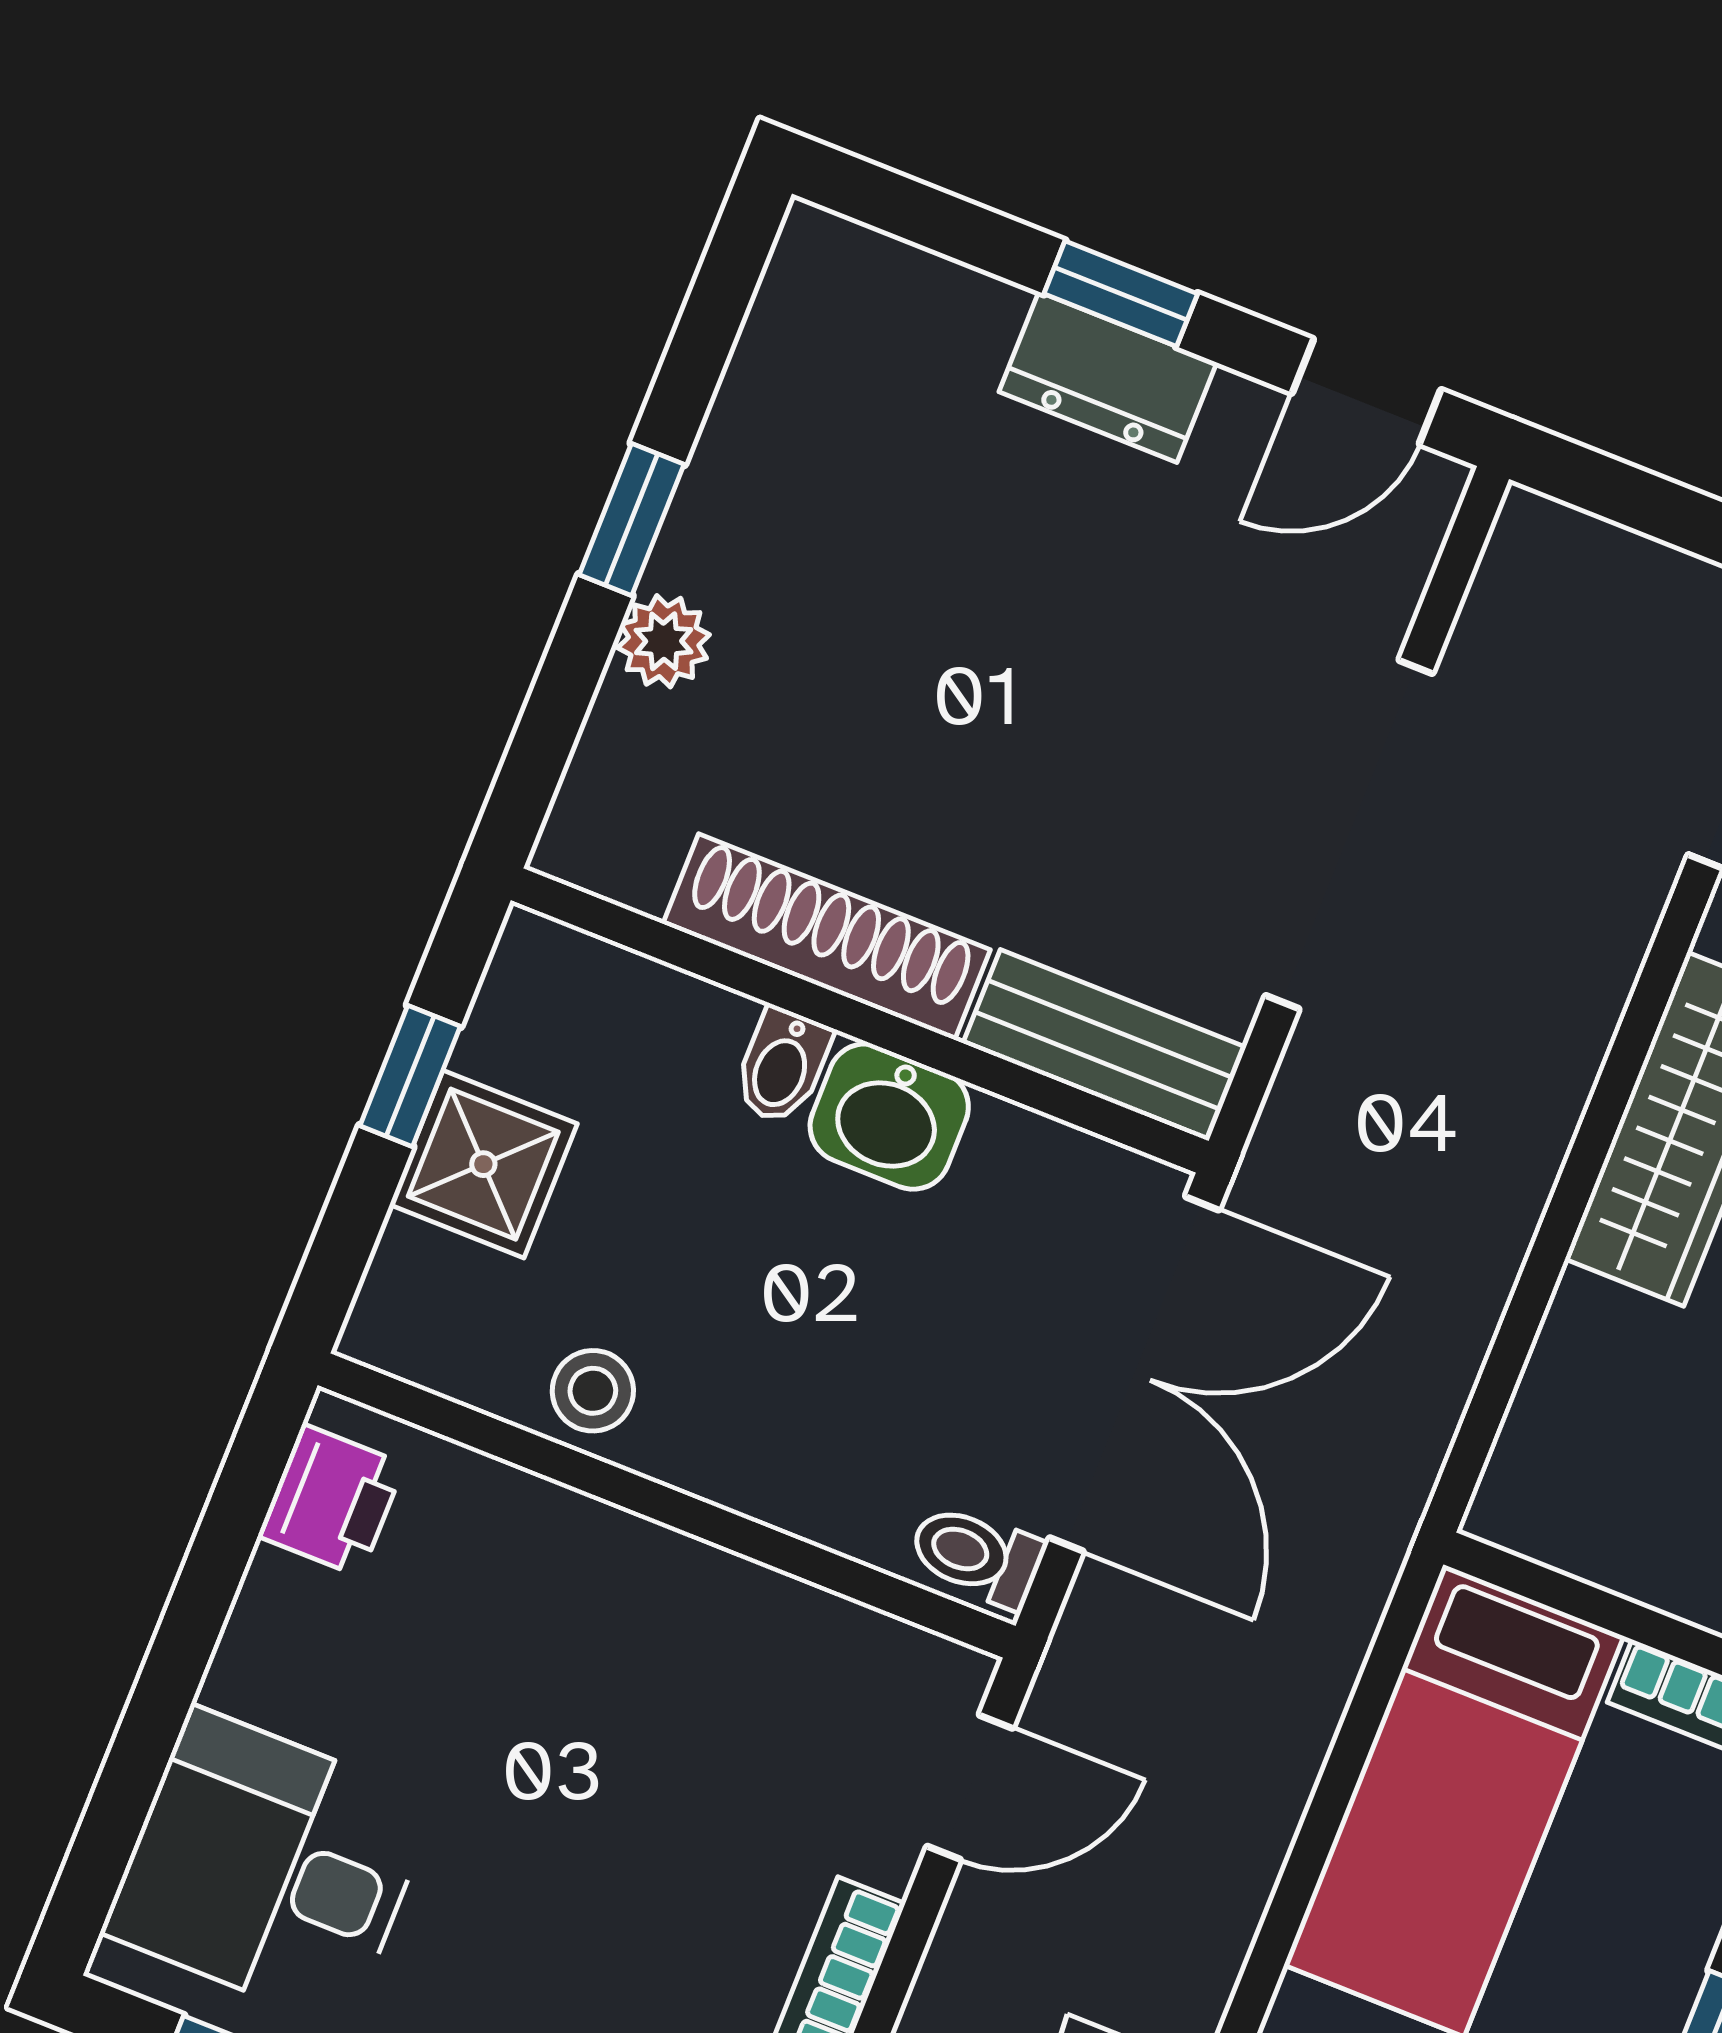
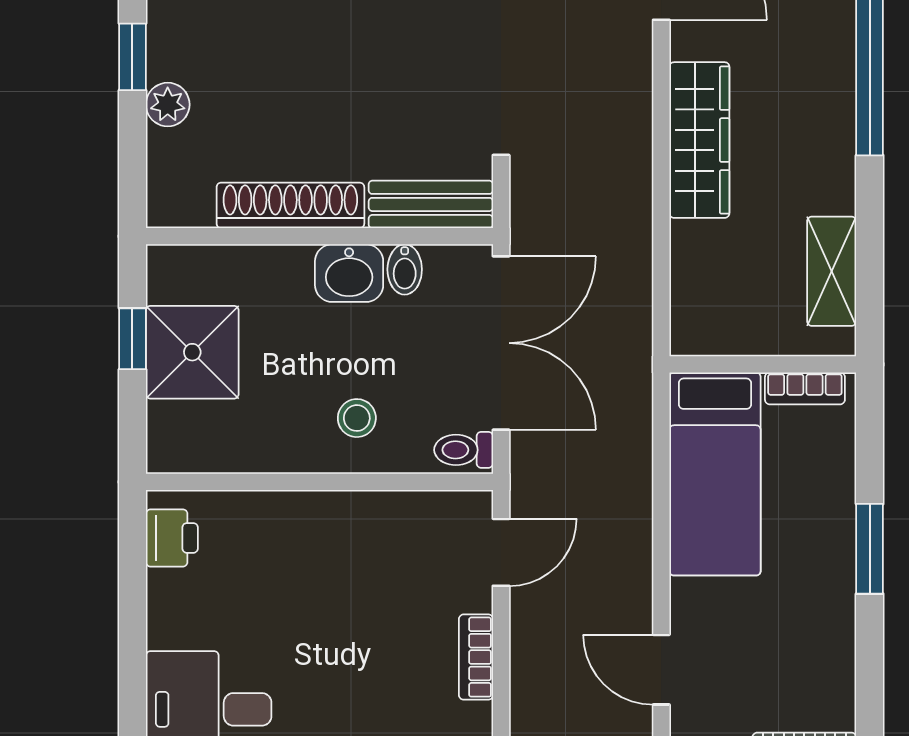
bidet: (782, 1066) -> (405, 269), moved
shower: (483, 1164) -> (192, 352), width x1.36, depth x1.36
stool: (593, 1391) -> (357, 418), moved

